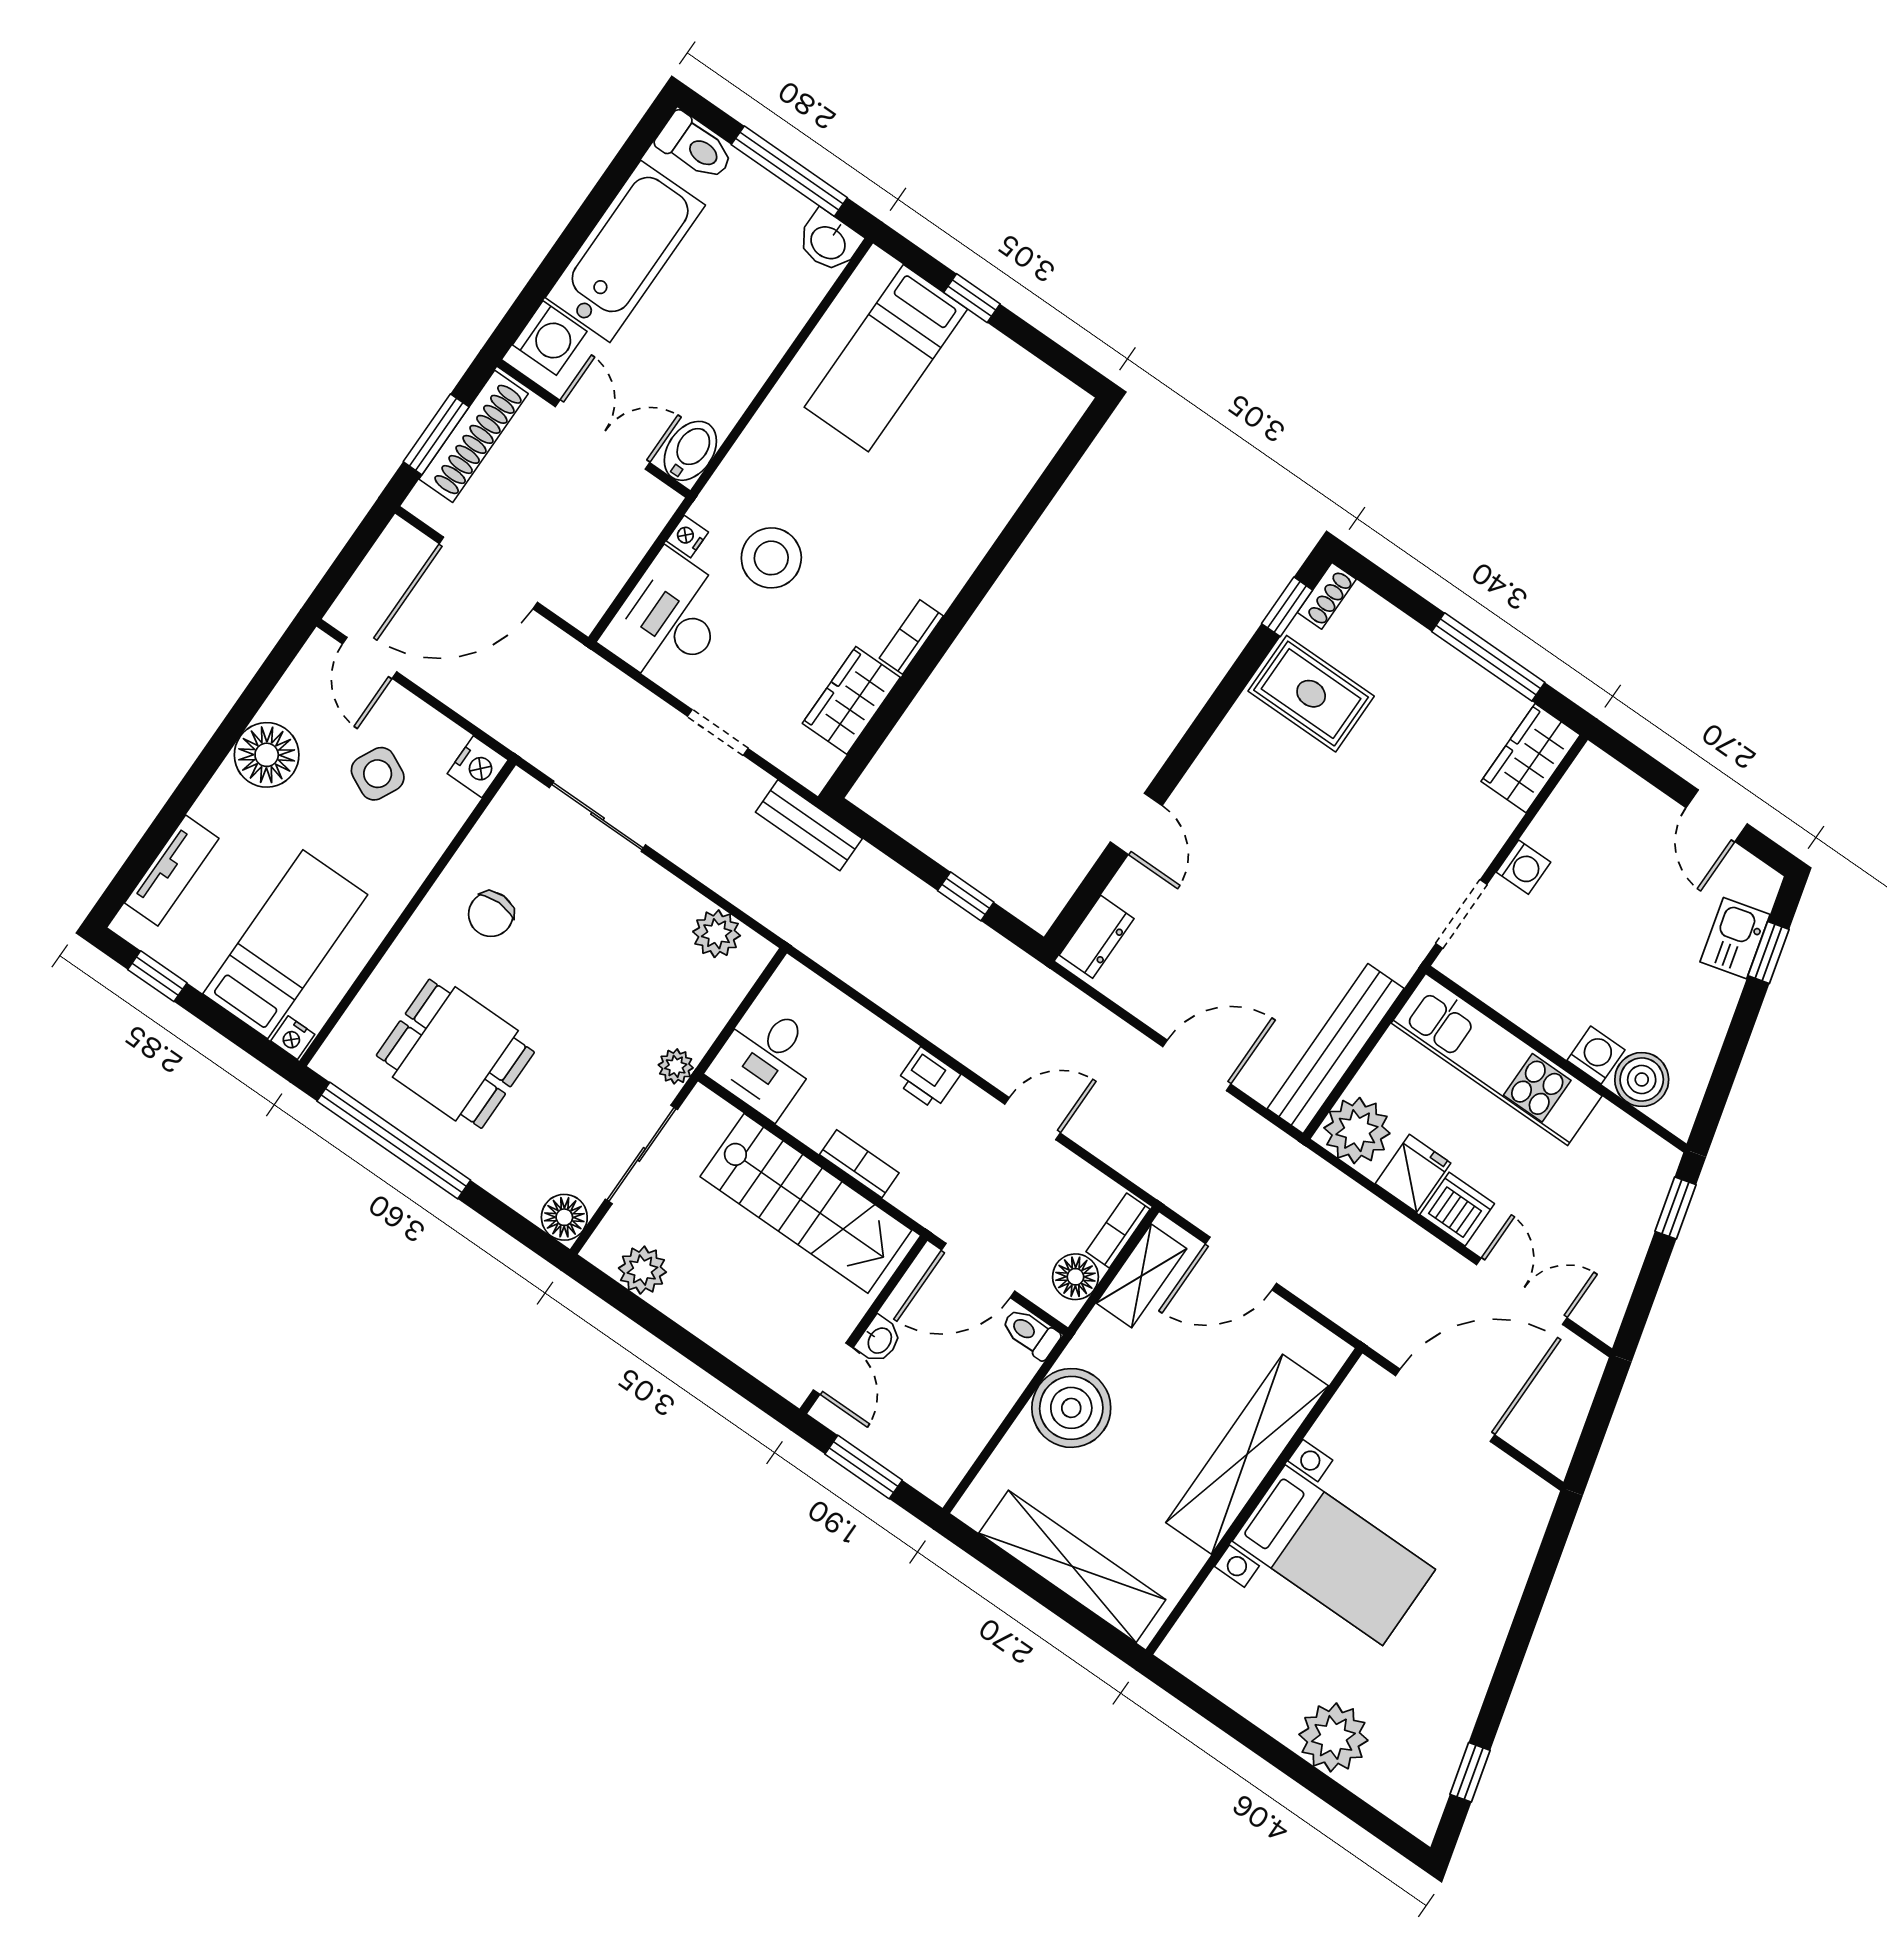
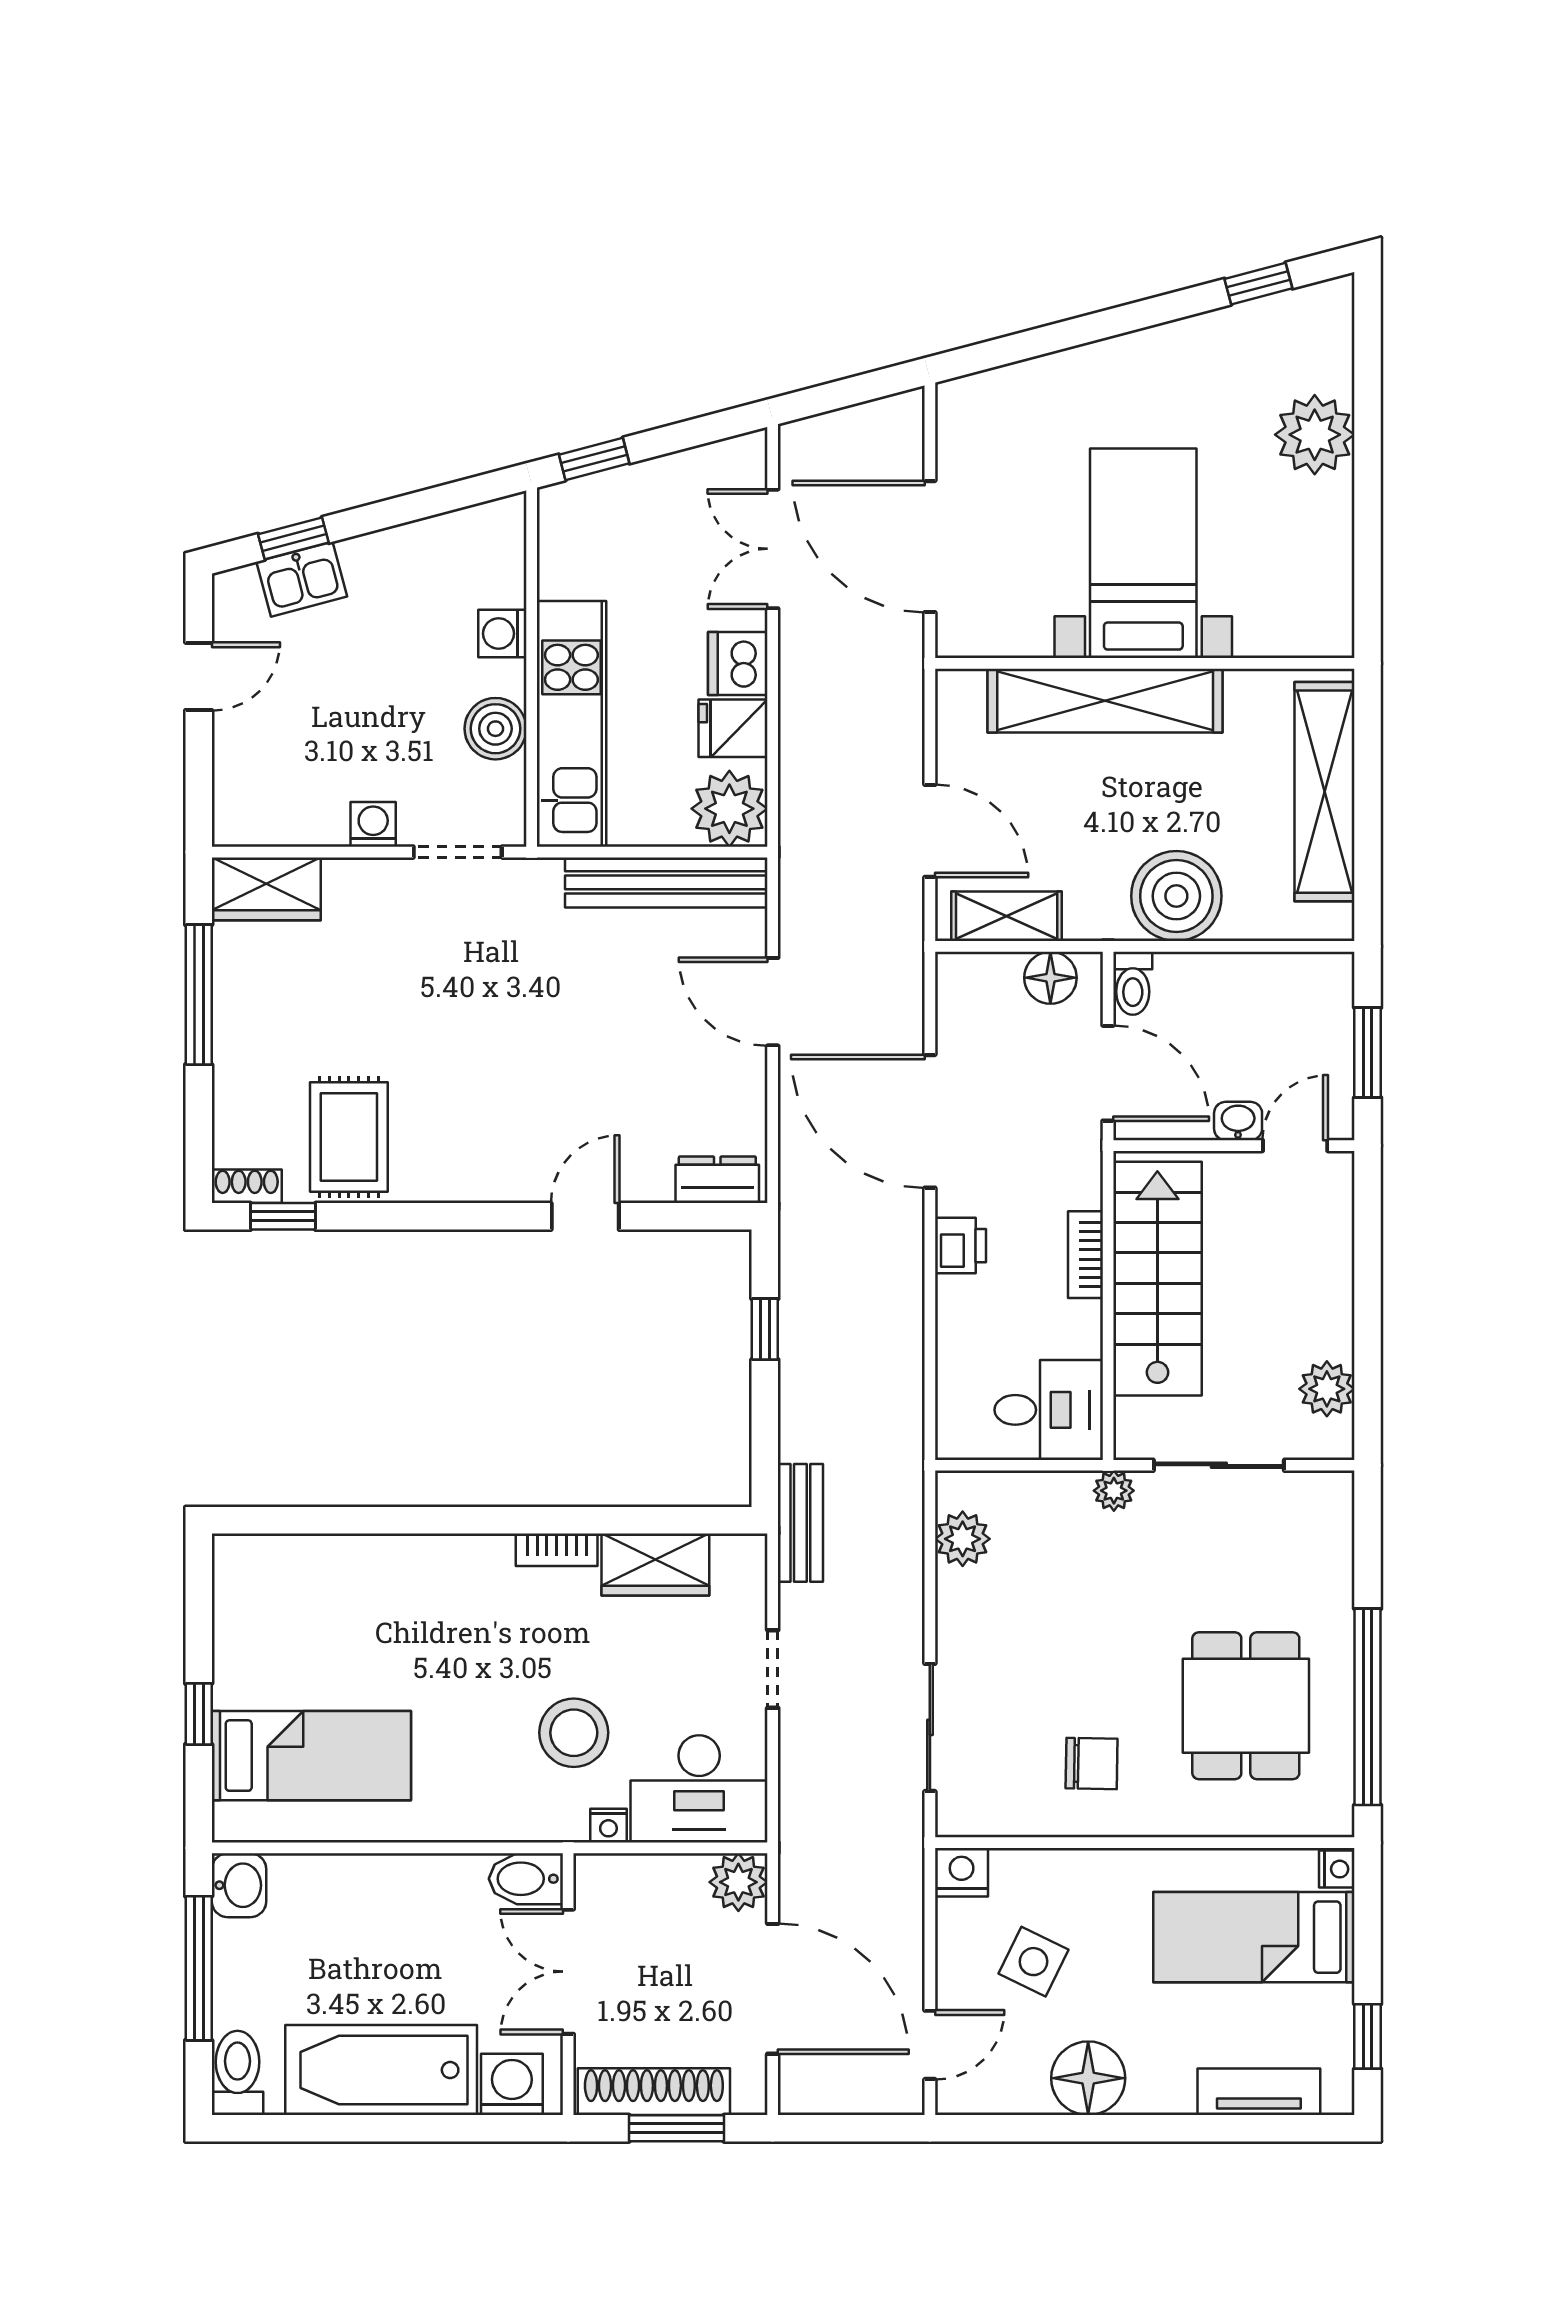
plant: (582, 602) -> (738, 1882), added
boiler: (1642, 1080) -> (495, 729), moved
door: (1033, 1119) -> (930, 1121), width x1.87
floor lamp: (564, 1217) -> (1328, 1497), removed
bookcase: (1118, 1230) -> (979, 968), removed

